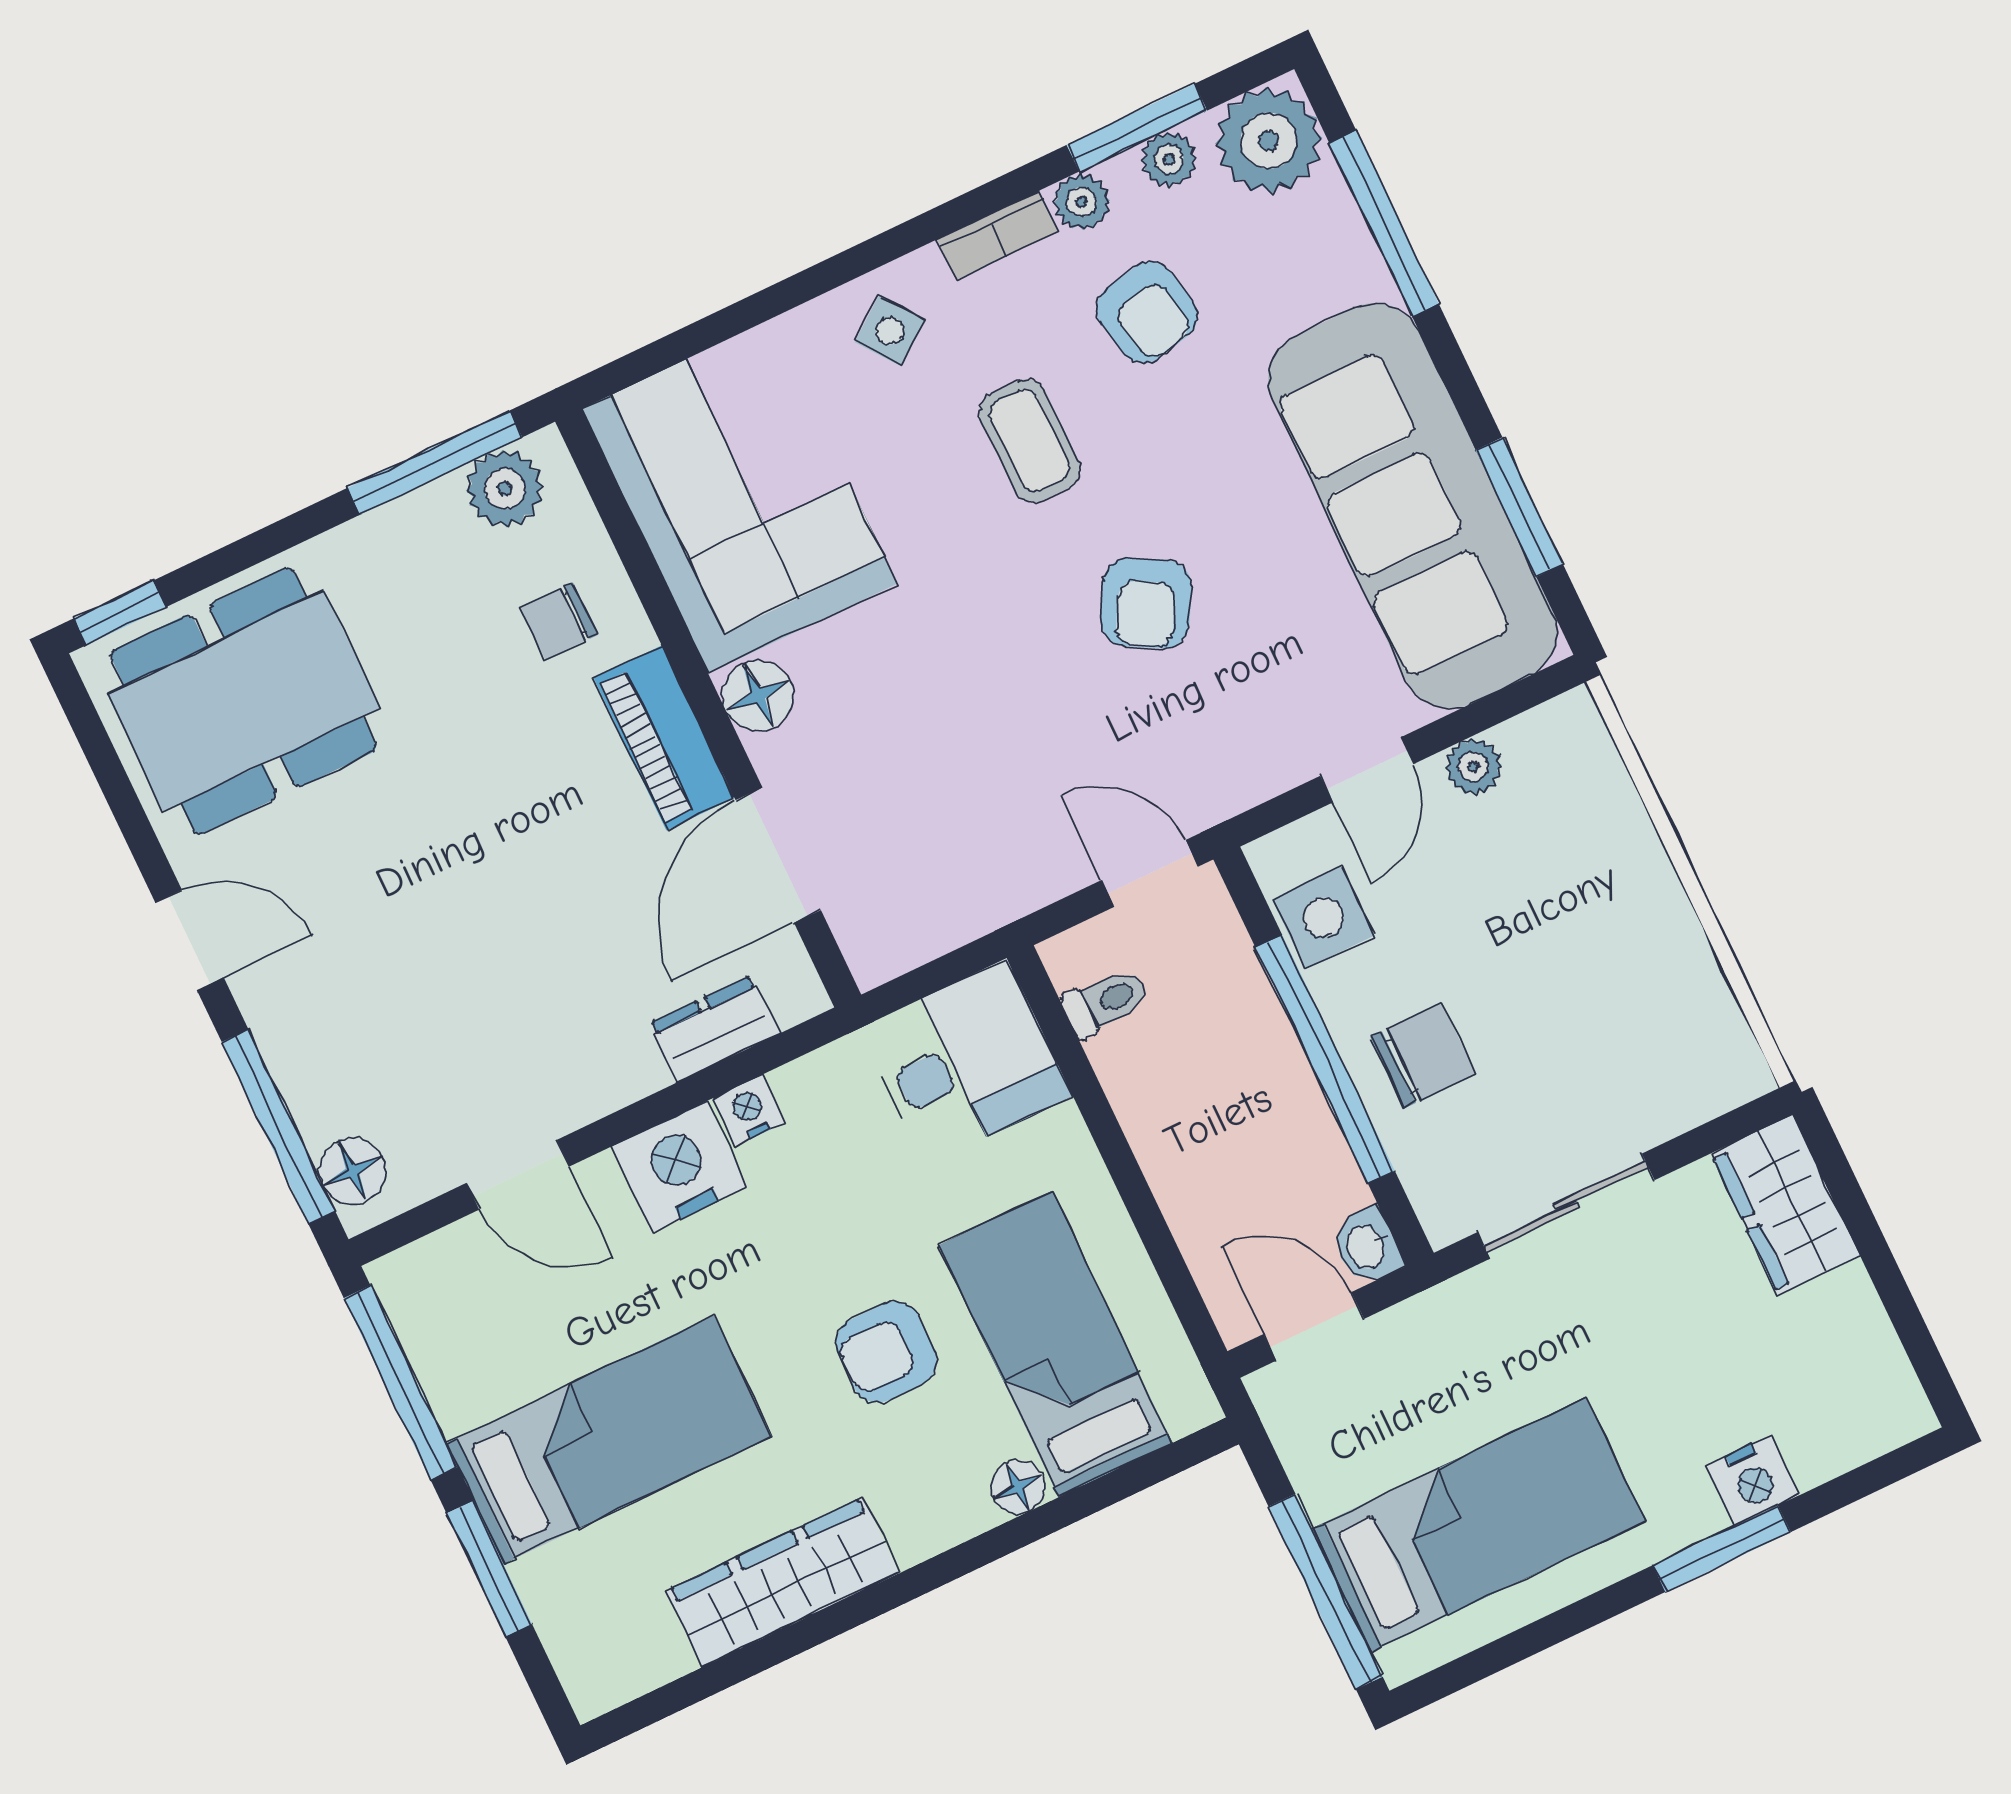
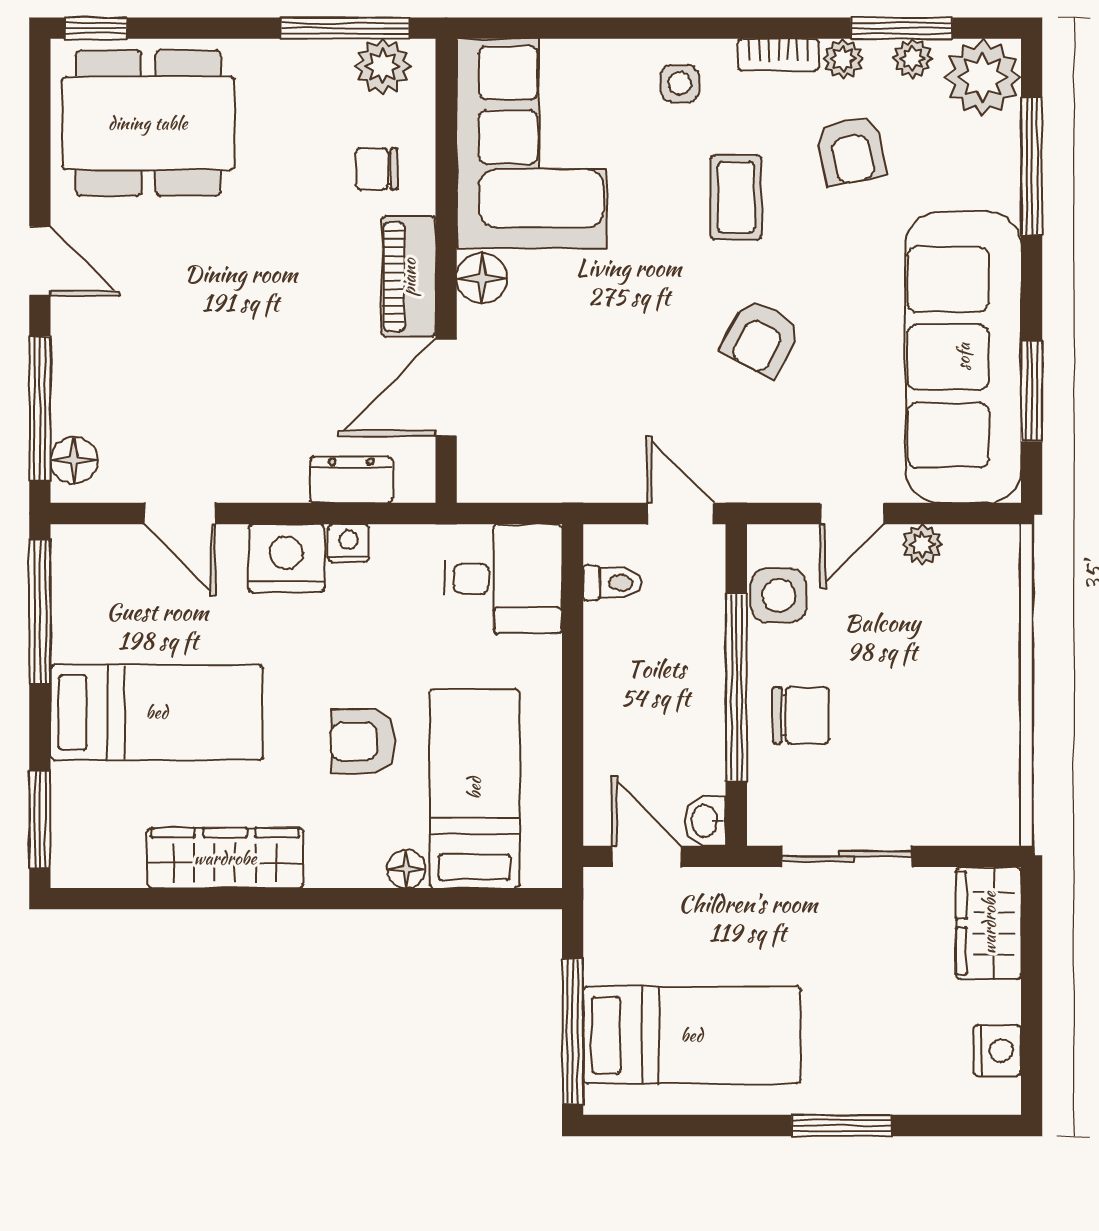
side table: (890, 331) -> (680, 83), turned 37
nightstand: (1753, 1480) -> (997, 1051), moved, turned -90
window: (489, 1569) -> (40, 820), moved

